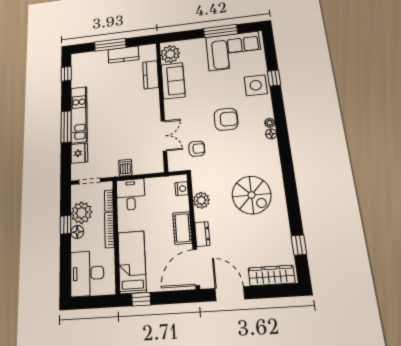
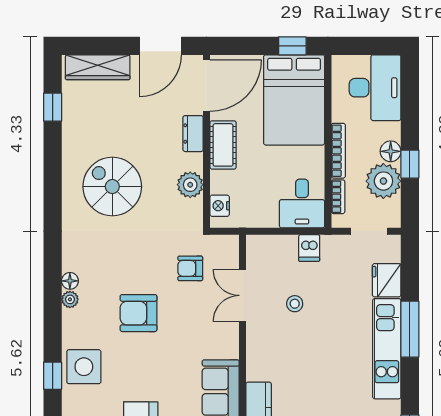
stool: (133, 134) -> (295, 304), added
bed: (132, 262) -> (294, 100), width x1.50
door: (230, 294) -> (161, 46), hinge flipped

